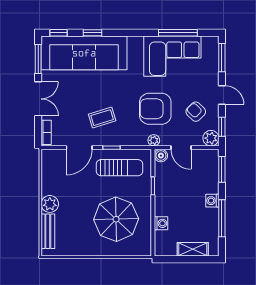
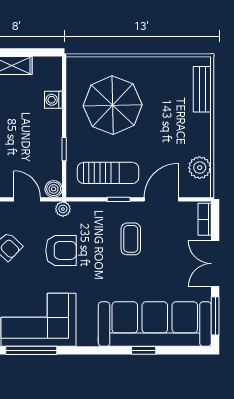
window: (58, 33) -> (188, 350), removed
armchair: (155, 109) -> (61, 250), width x0.73, depth x0.73
coffee table: (102, 118) -> (131, 239), turned -73
sun lounger: (120, 168) -> (108, 173), turned 180
plant: (50, 204) -> (200, 168), moved

